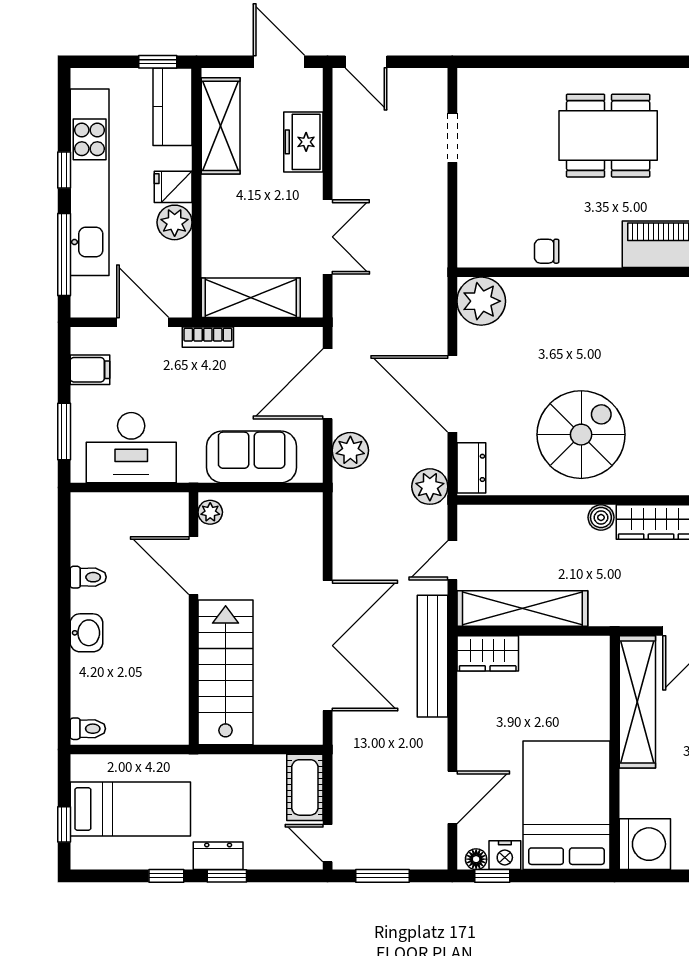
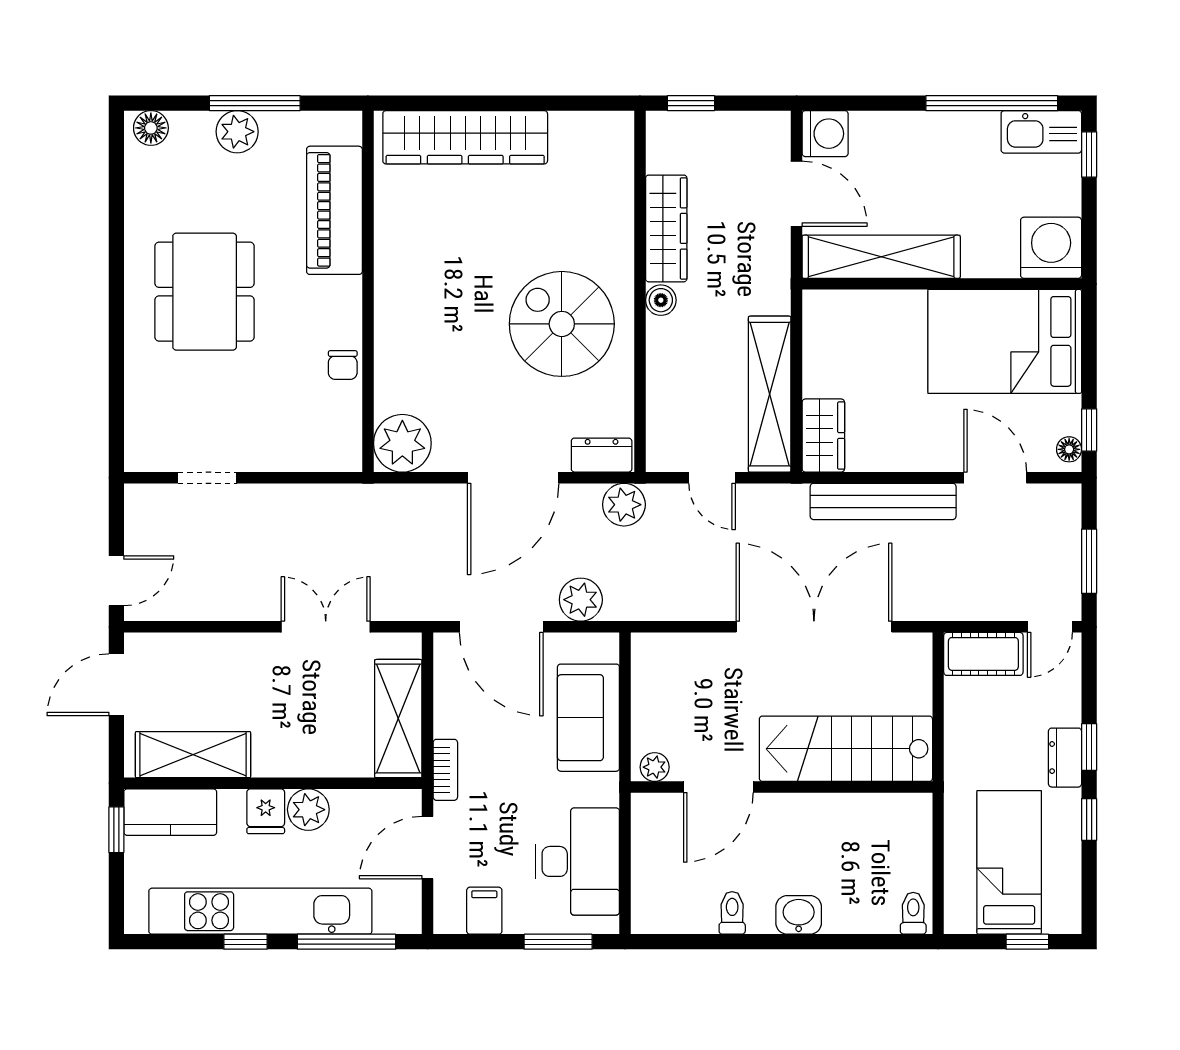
freezer: (303, 142) -> (212, 656), removed
bench: (433, 656) -> (883, 501), moved
nightstand: (505, 855) -> (1064, 415), removed

